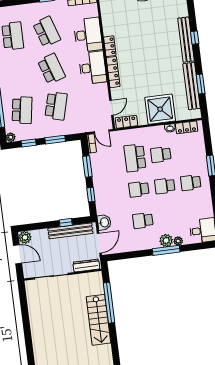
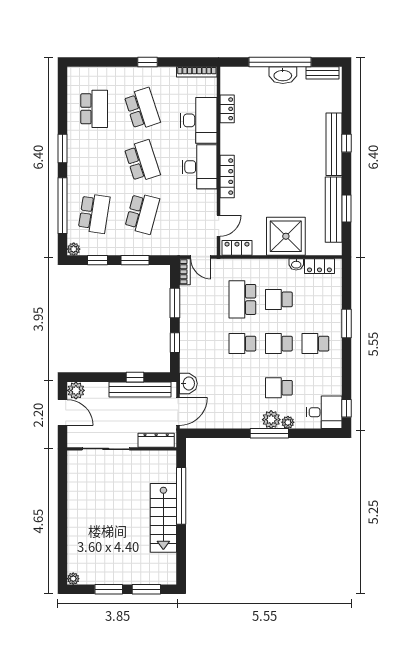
locker: (110, 46) -> (227, 109), moved
school desk: (143, 221) -> (279, 388), moved

